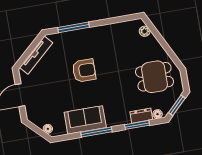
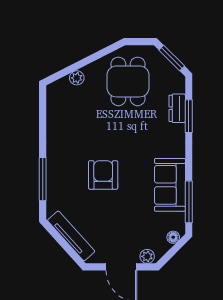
plant: (145, 31) -> (77, 78), moved
plant: (31, 112) -> (147, 256), added
floor lamp: (158, 114) -> (179, 86), removed
window: (96, 132) -> (189, 202), moved

